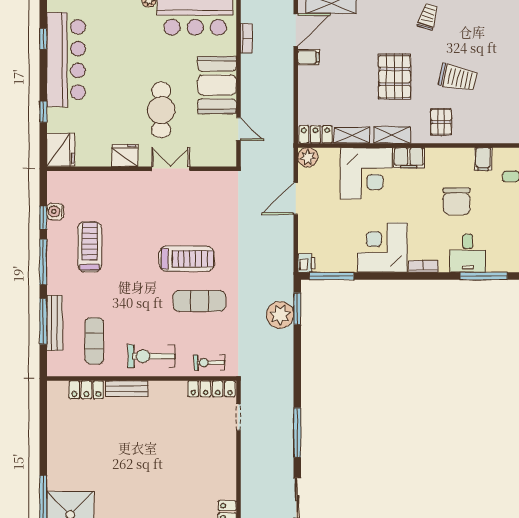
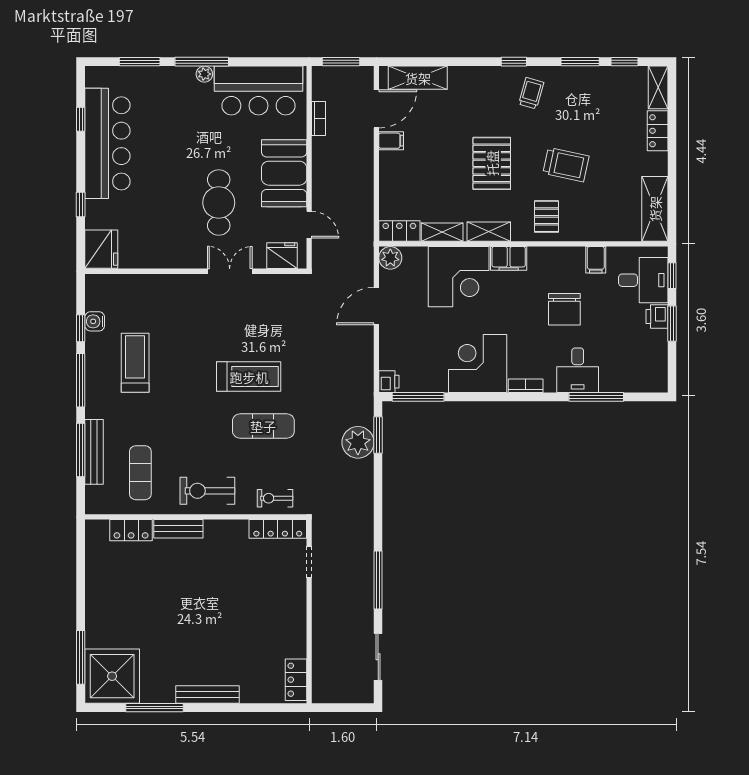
fridge: (125, 155) -> (282, 256), moved

